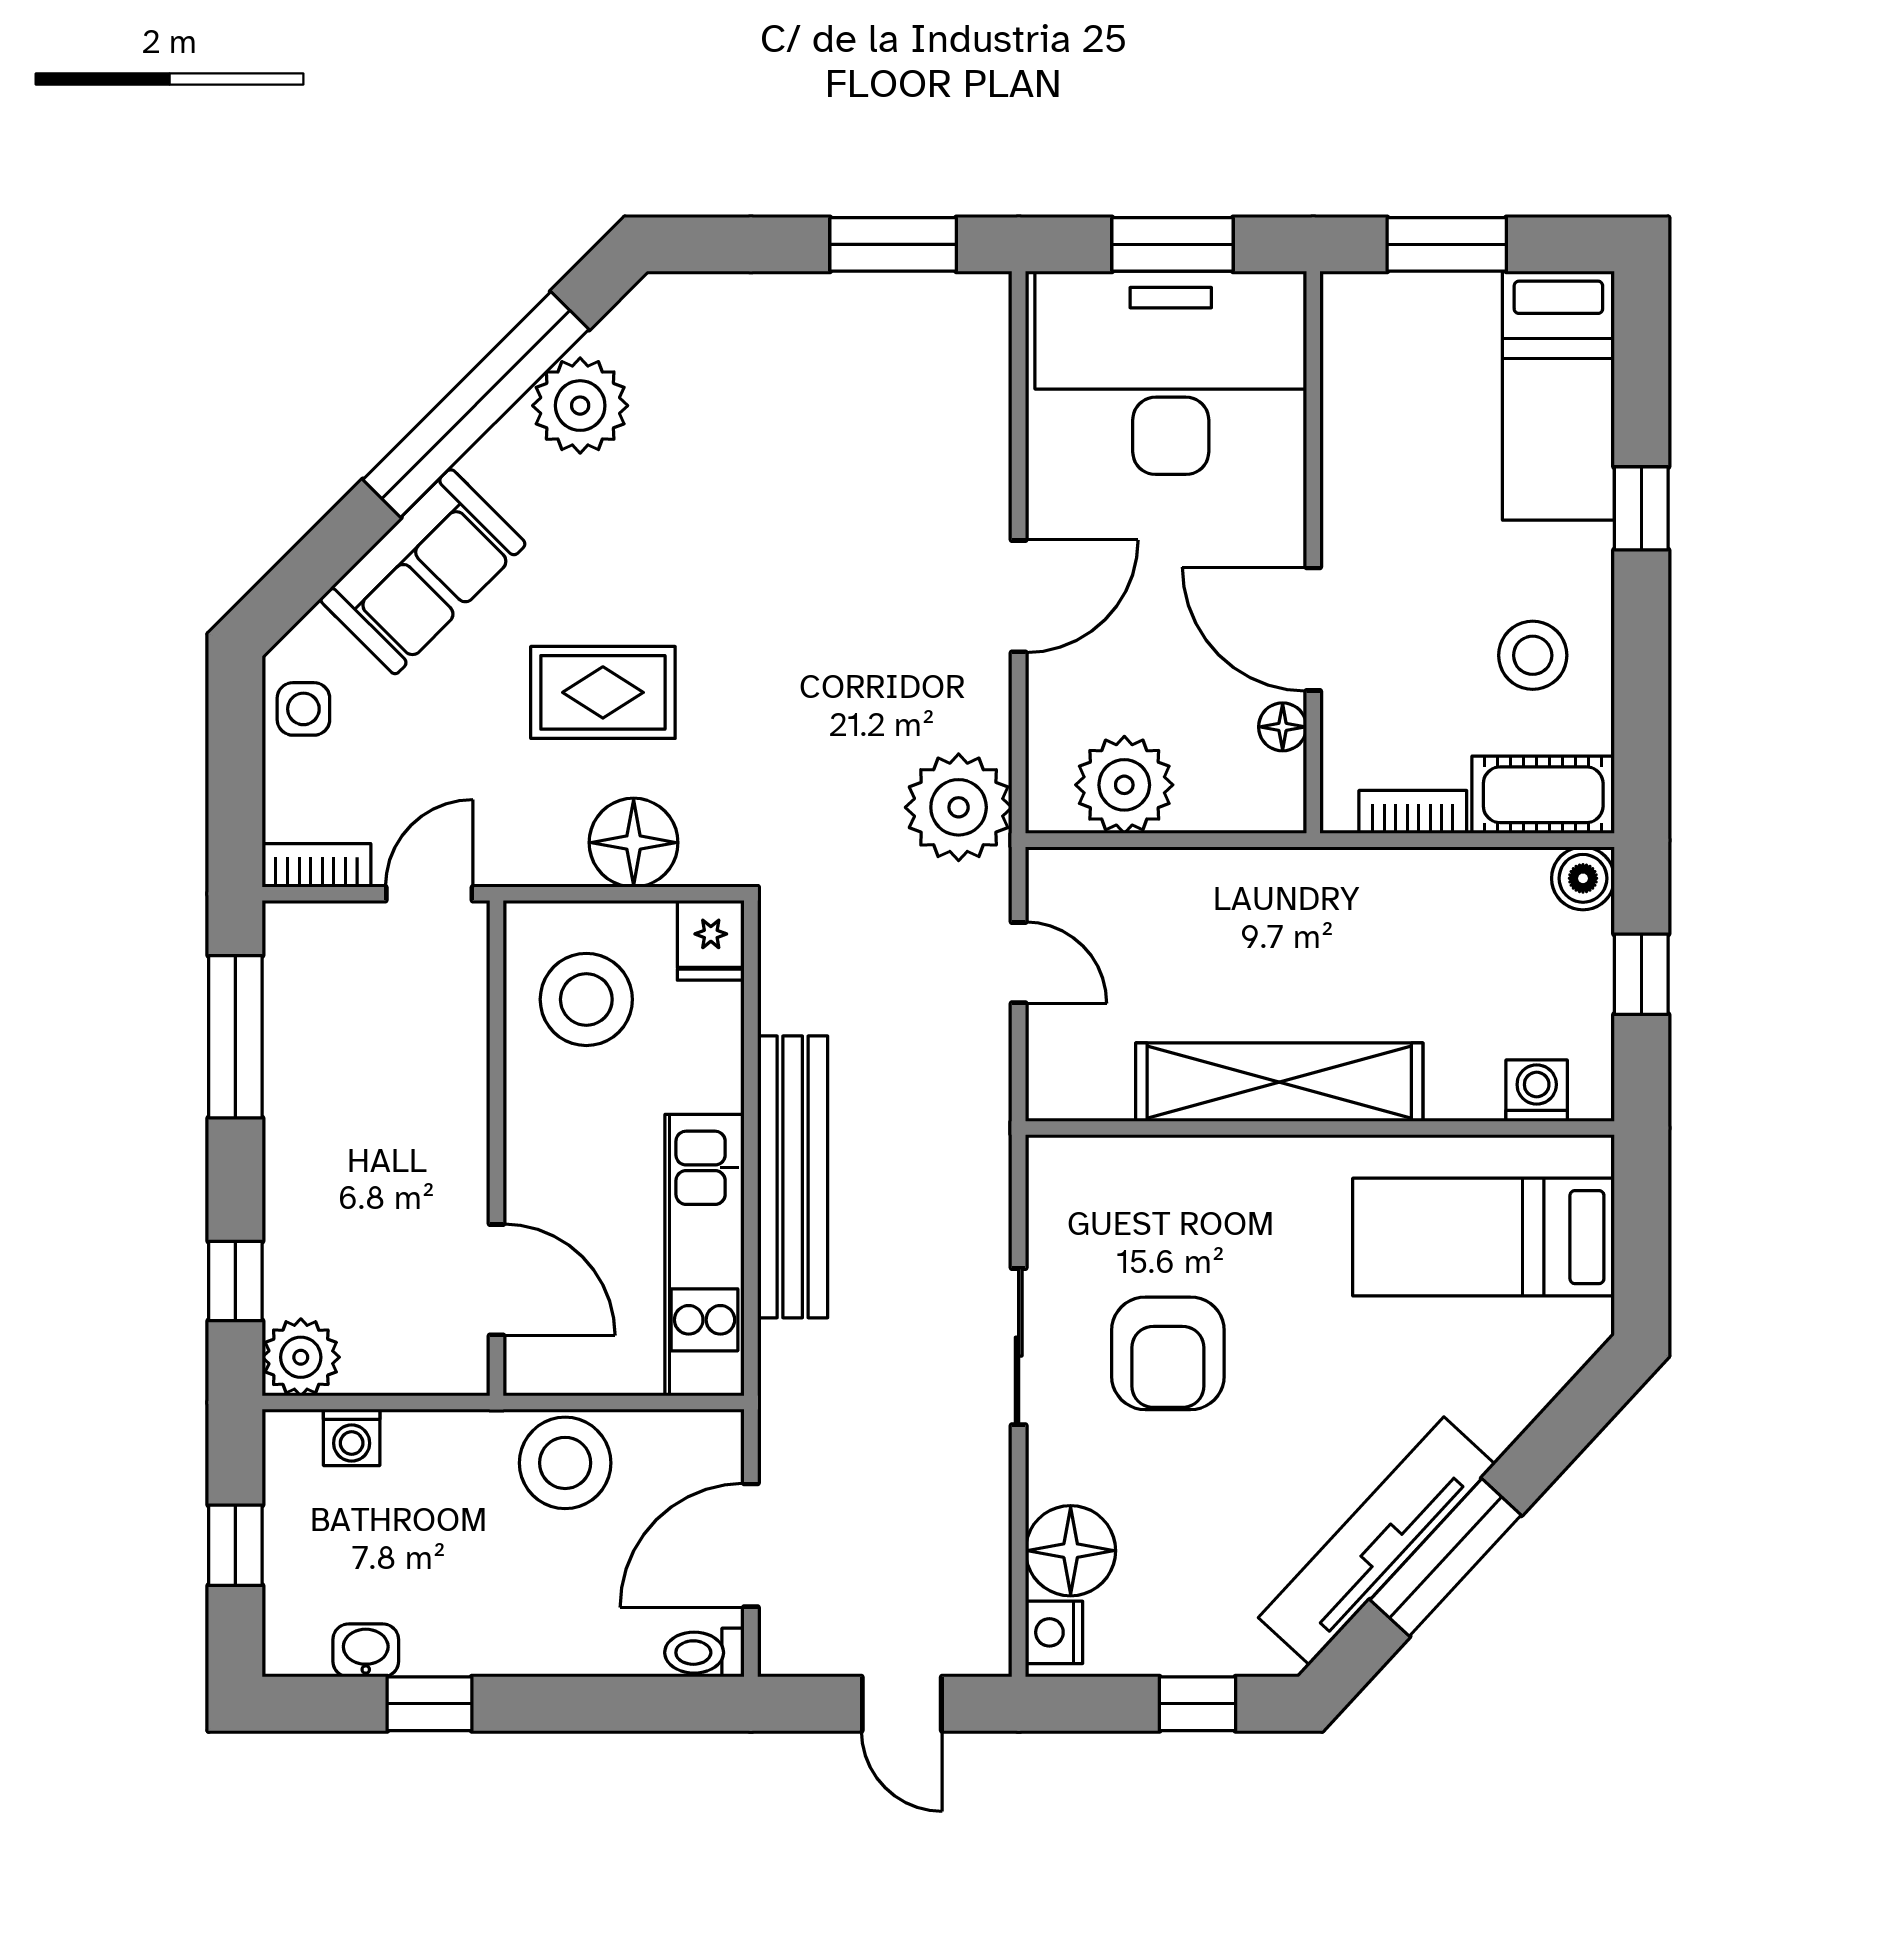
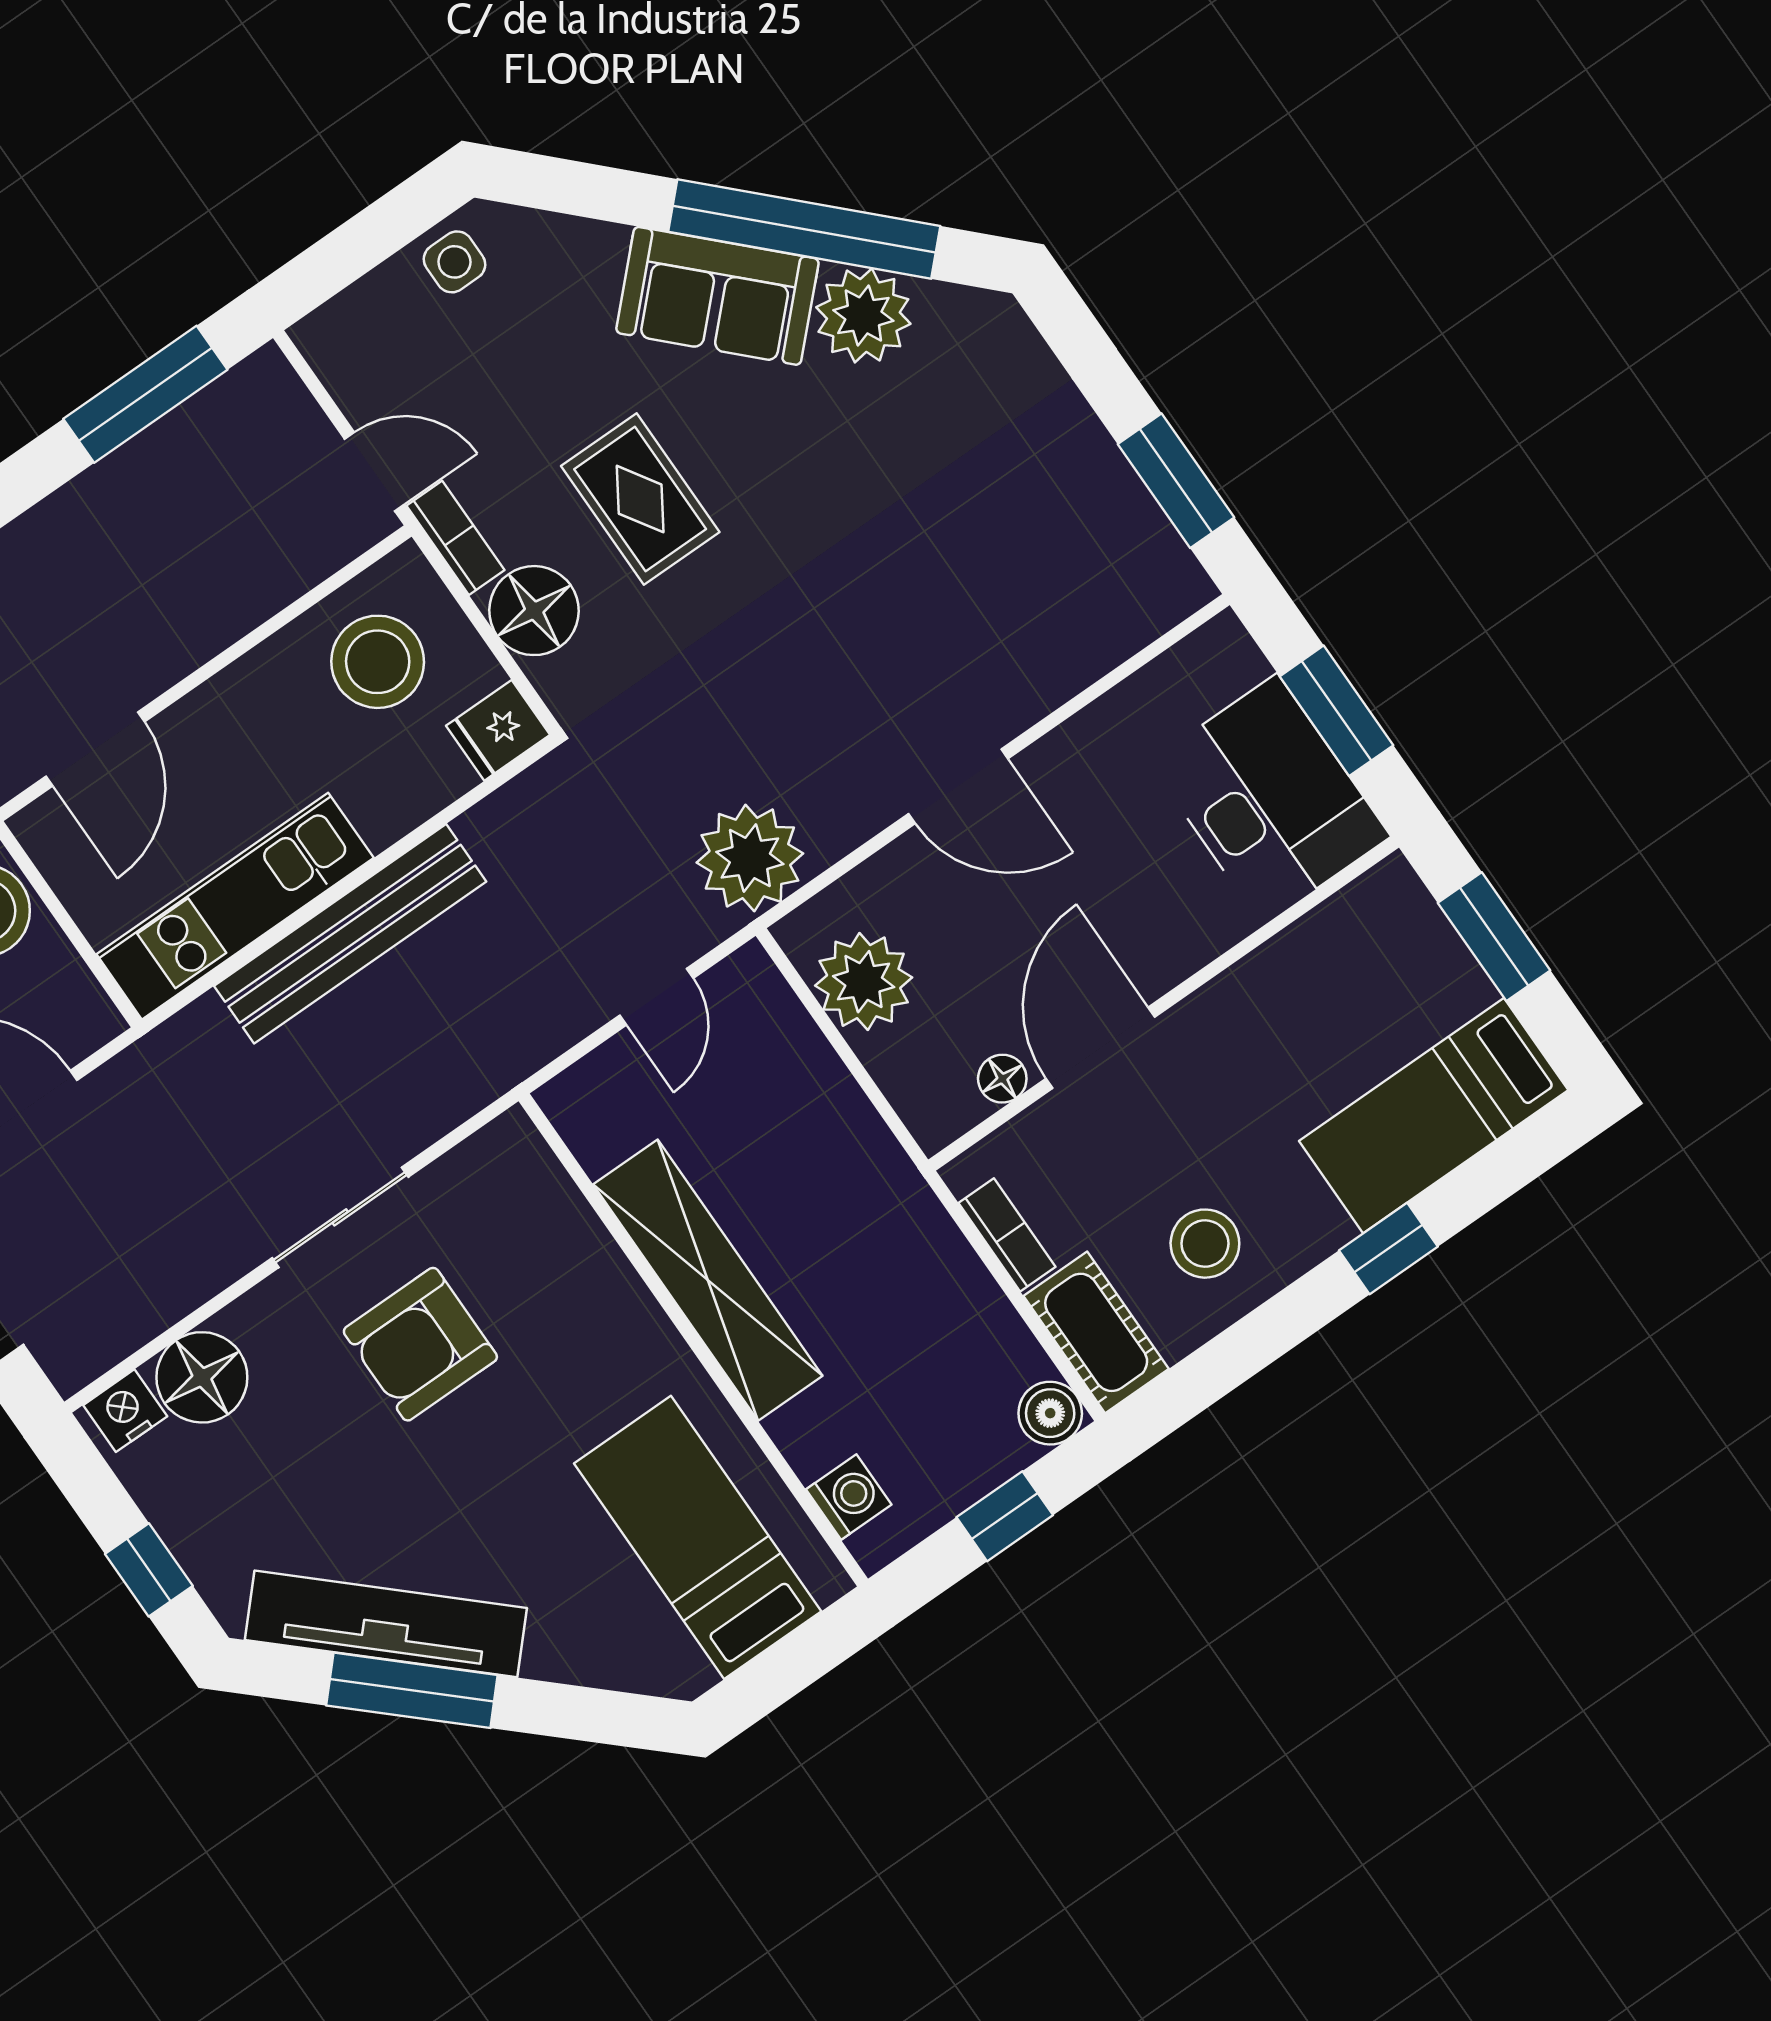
desk: (1171, 373) -> (1270, 799), width x0.73, depth x0.77
sofa: (423, 572) -> (717, 296), moved
bookcase: (317, 865) -> (456, 538), moved

